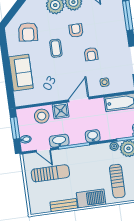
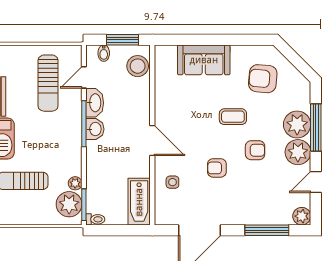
shower: (61, 111) -> (139, 111), removed
stool: (42, 116) -> (138, 66), moved
washbasin: (93, 136) -> (95, 129), moved

